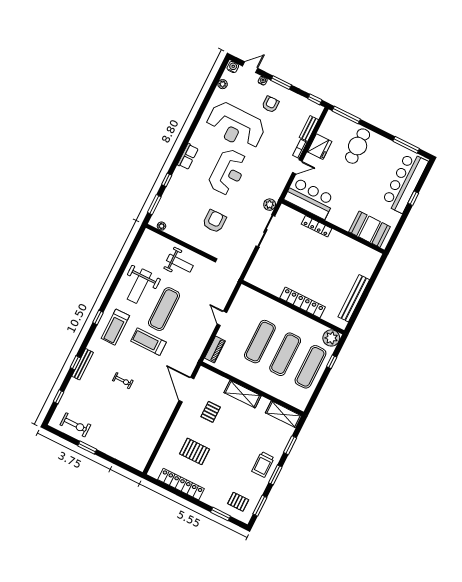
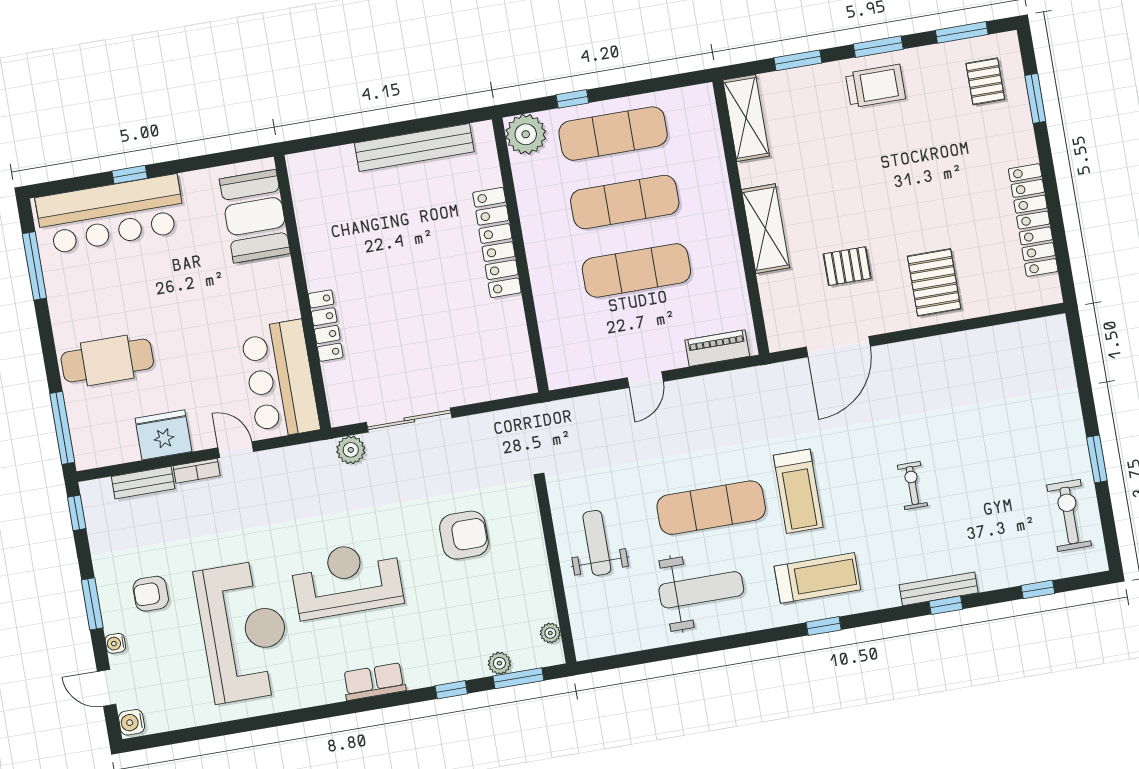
plant: (223, 84) -> (499, 663), moved
armchair: (214, 221) -> (464, 535), turned 180
pallet: (195, 451) -> (934, 282), moved

